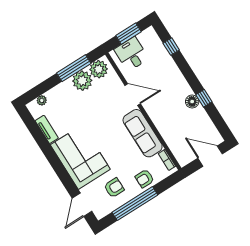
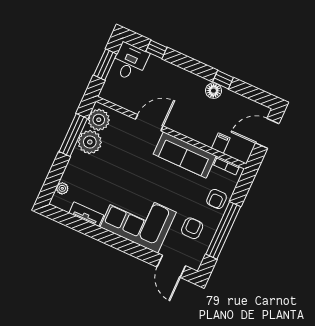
desk: (131, 54) -> (130, 62), moved, turned 90
filing cabinet: (173, 141) -> (221, 143), added

